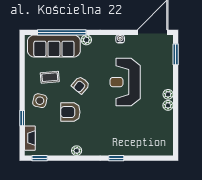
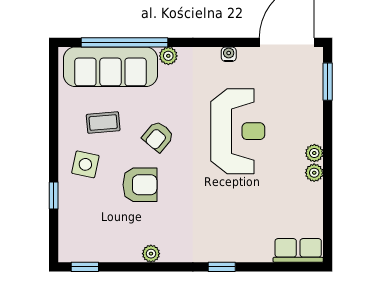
reception desk: (125, 82) -> (238, 131), turned 180
armchair: (70, 112) -> (140, 185), turned 180
fireplace: (30, 138) -> (68, 231), removed
row of seats: (159, 149) -> (298, 250), added

